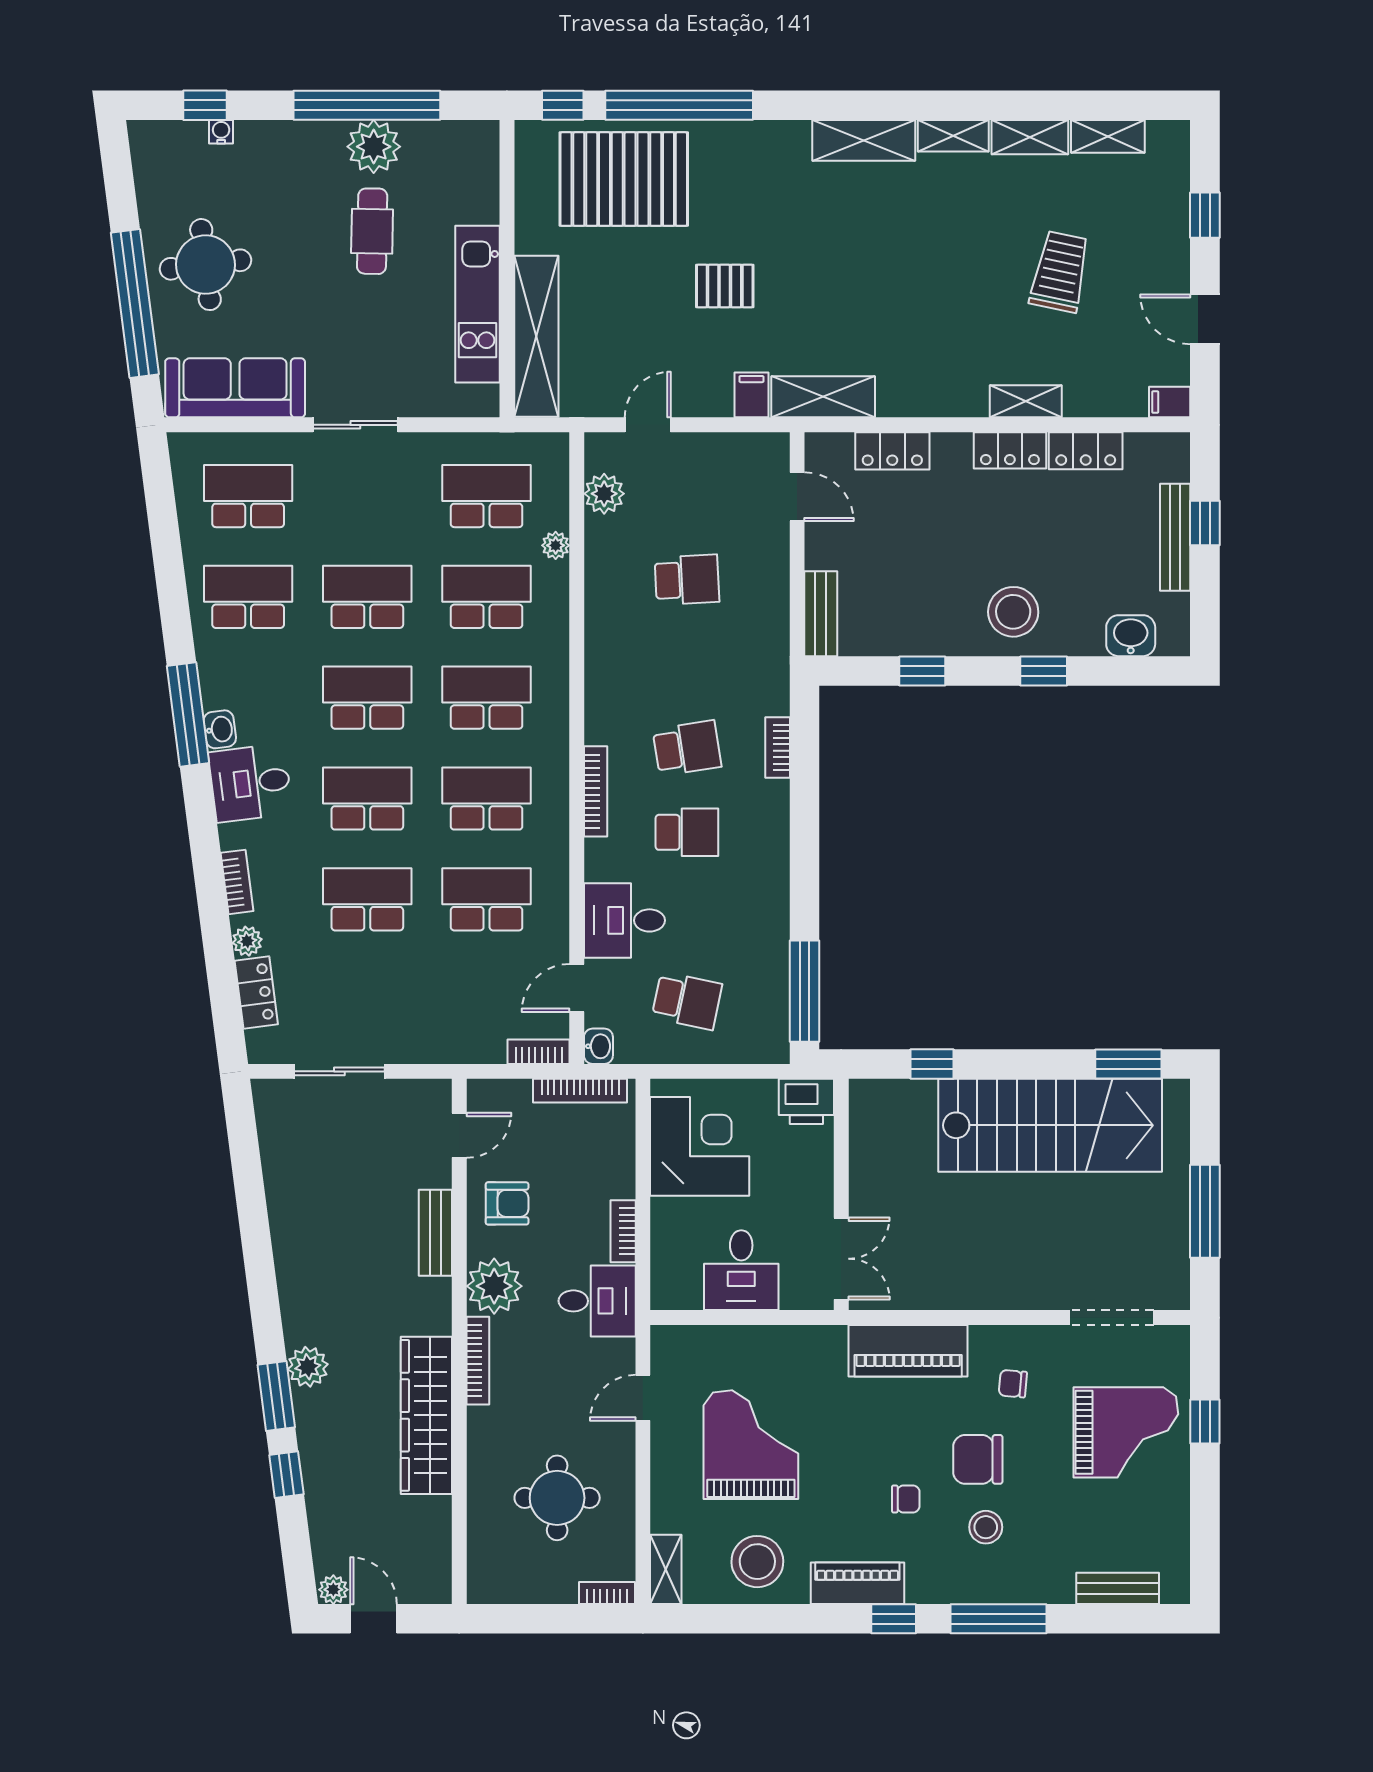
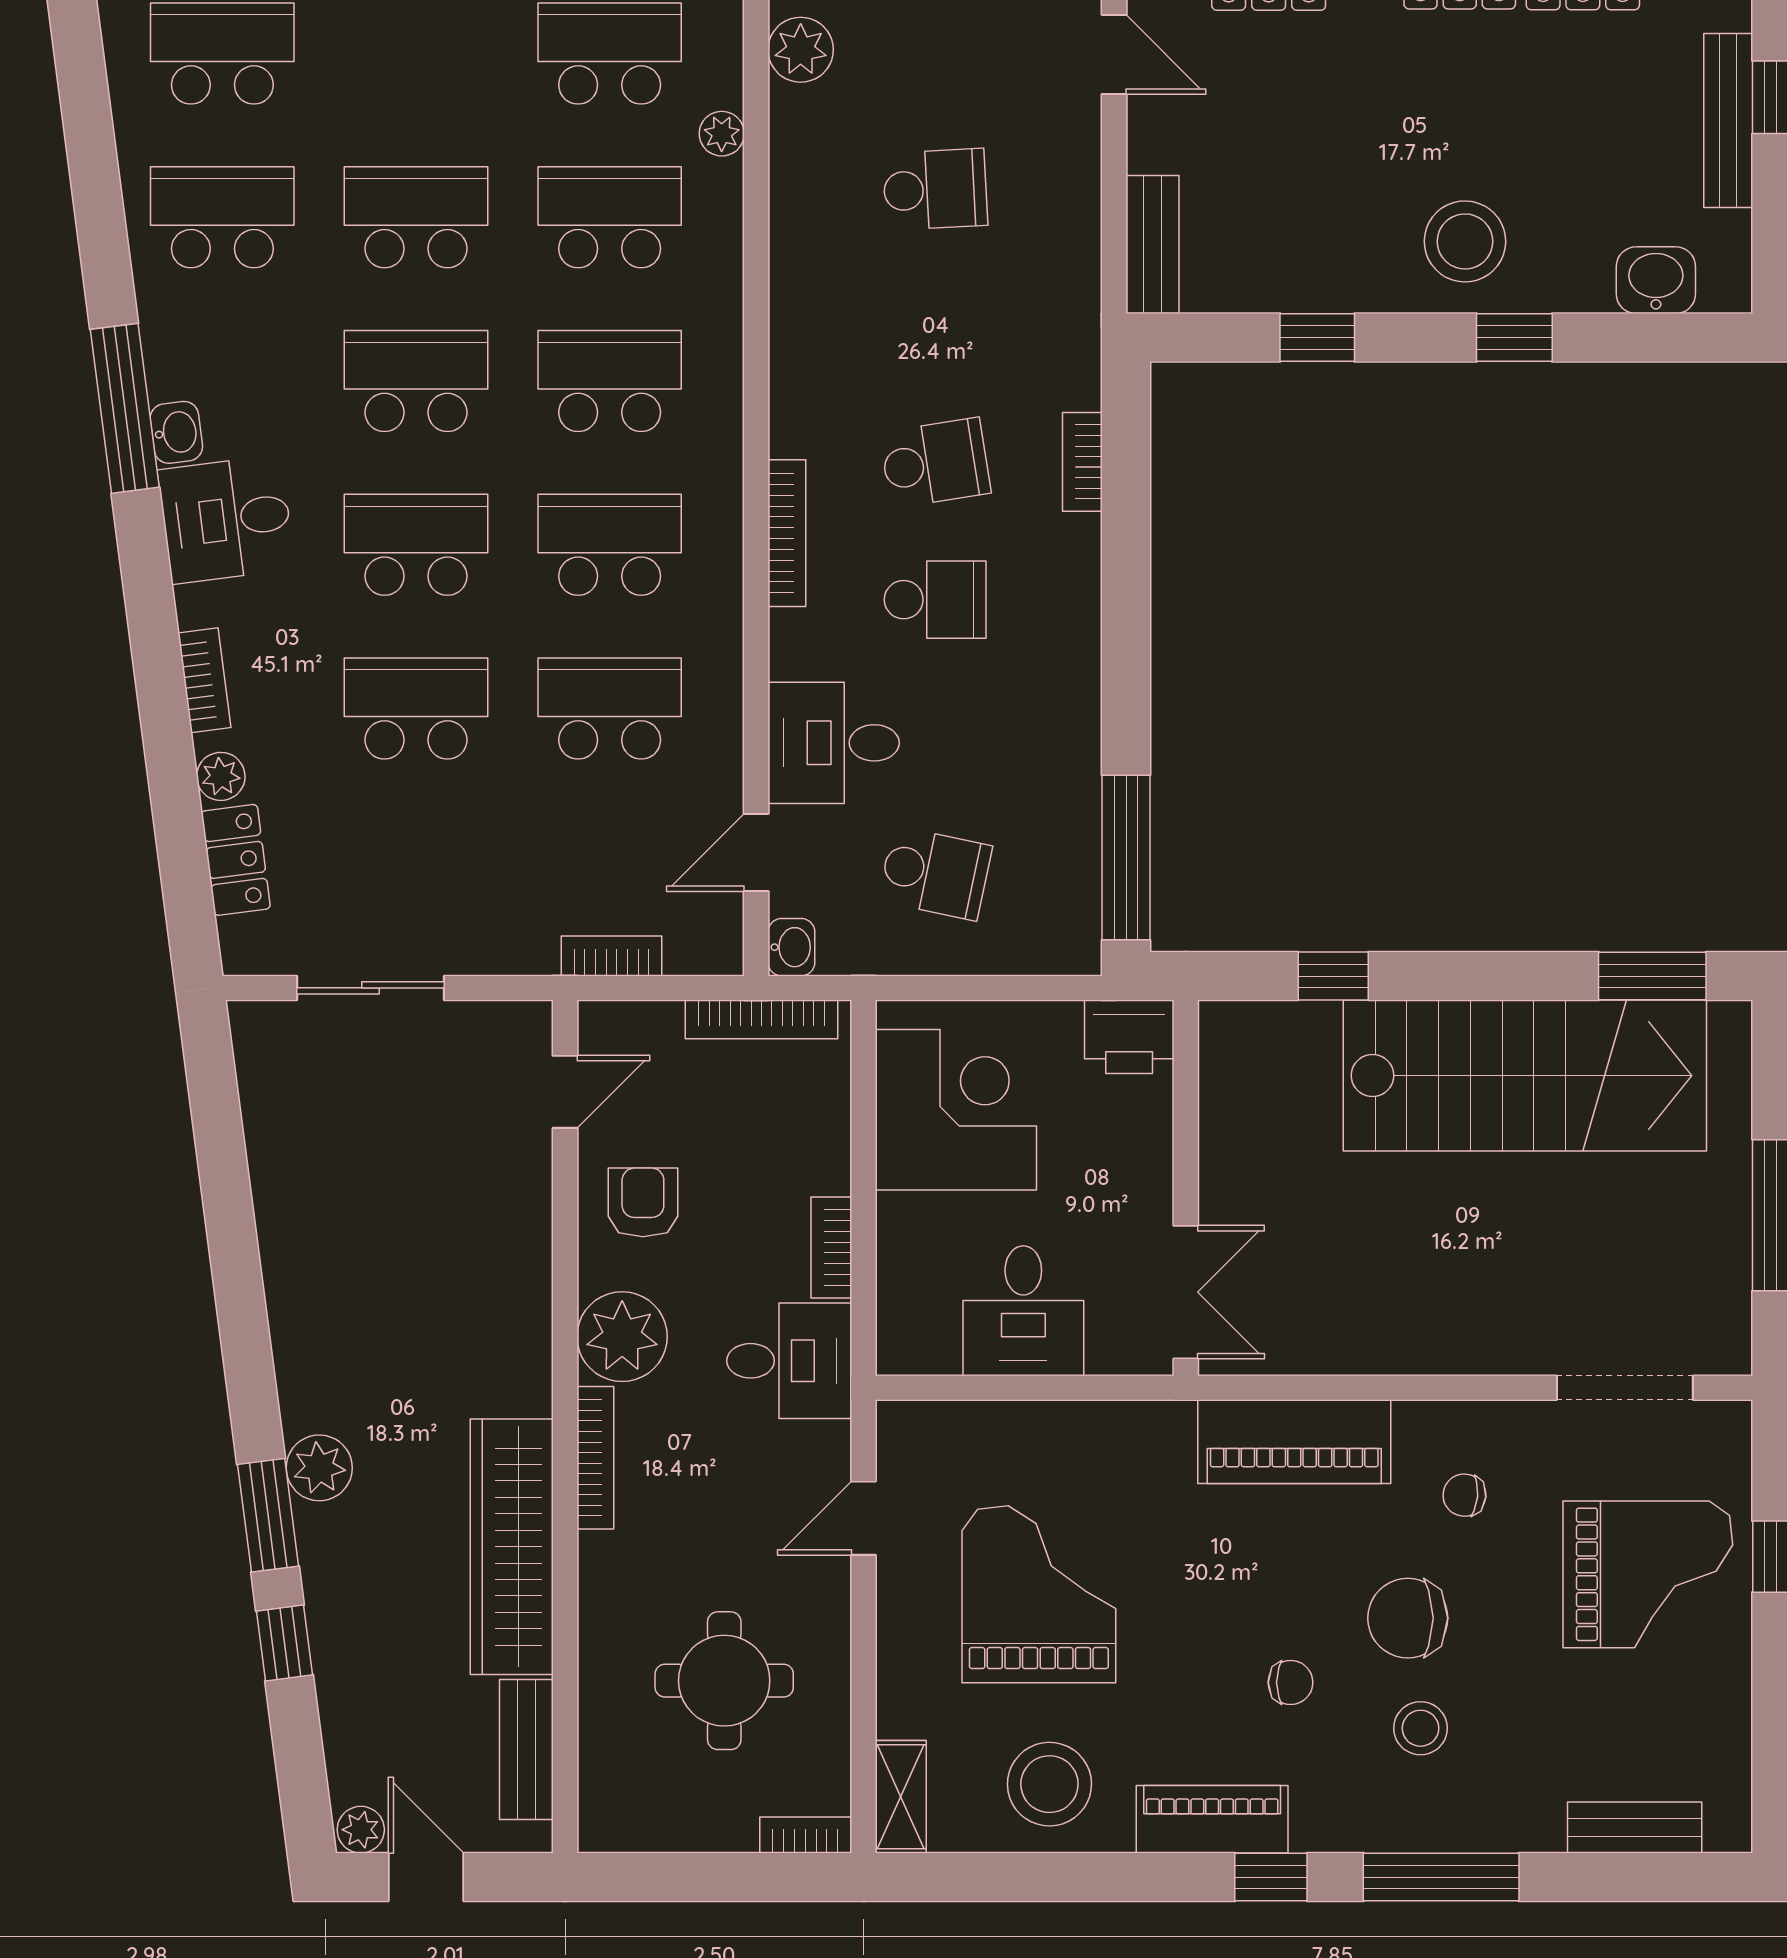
bookcase: (539, 1052) -> (611, 956), moved
armchair: (507, 1203) -> (643, 1202), turned -90
bench: (435, 1233) -> (526, 1749), moved

